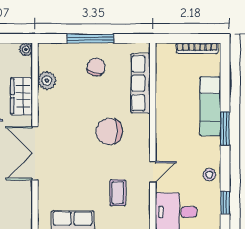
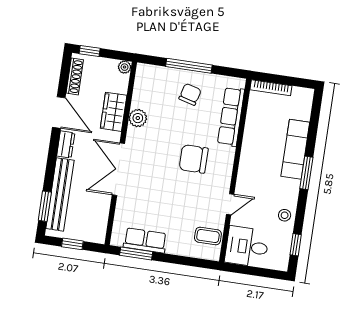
bookcase: (197, 48) -> (271, 88), moved
plant: (47, 81) -> (138, 118), moved
coffee table: (118, 193) -> (208, 236), moved, turned 90

